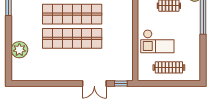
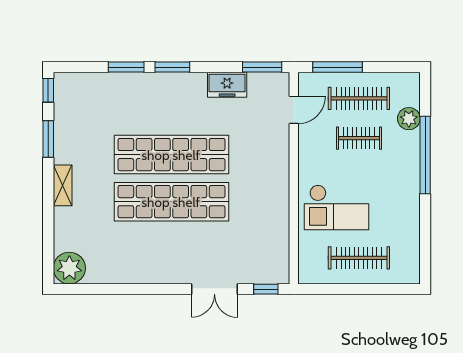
shelving: (16, 30) -> (63, 185), added
plant: (19, 50) -> (69, 268), moved

